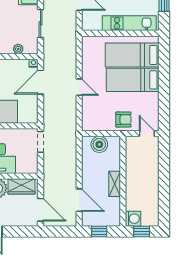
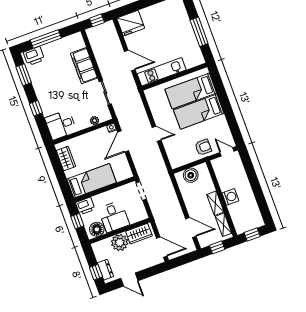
kitchen unit: (129, 23) -> (162, 72), moved
shelving: (115, 210) -> (223, 225), added
washing machine: (133, 219) -> (230, 197), moved

